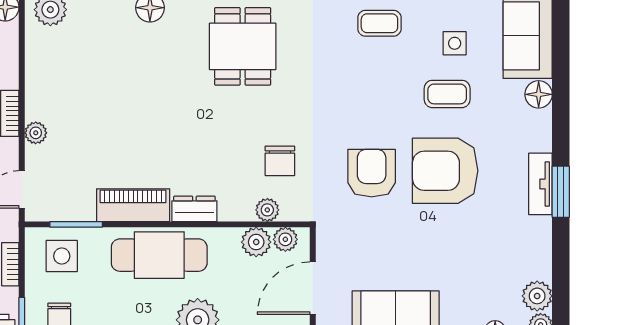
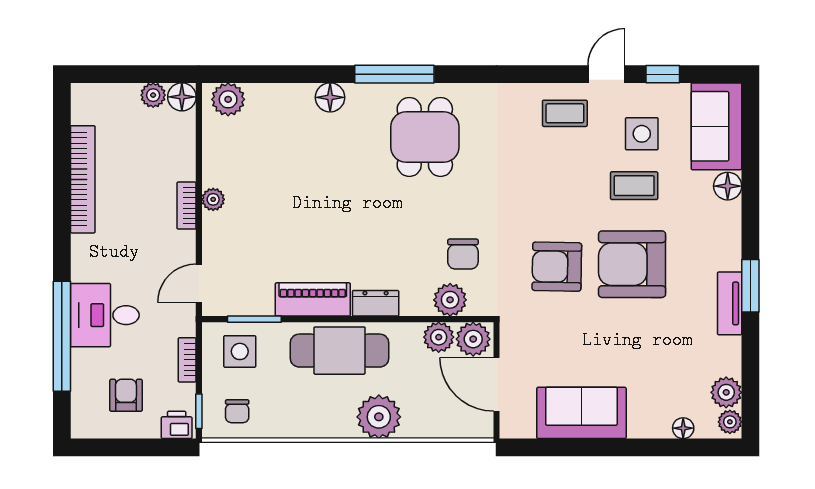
side table: (455, 43) -> (642, 134), width x1.37, depth x1.37
plant: (36, 133) -> (213, 199), moved
armchair: (372, 173) -> (557, 267), turned -89
tv unit: (540, 184) -> (730, 303), moved
plant: (267, 210) -> (450, 300), width x1.38, depth x1.38
plant: (285, 239) -> (473, 339), width x1.38, depth x1.38
door: (313, 288) -> (497, 384), hinge flipped

